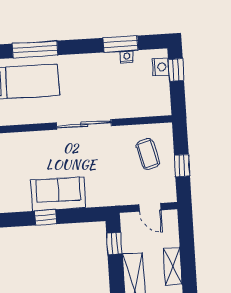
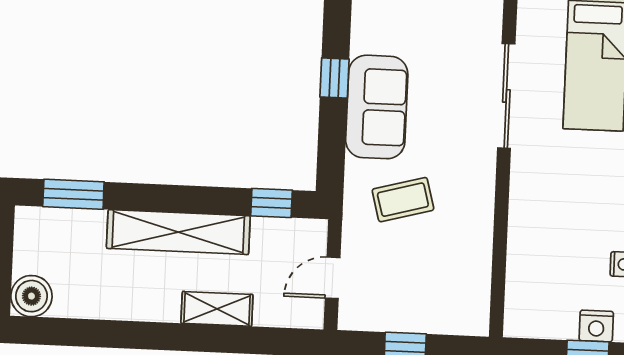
sliding door: (84, 124) -> (506, 96), moved
coffee table: (148, 154) -> (403, 200), moved

